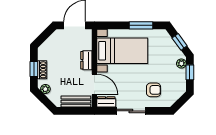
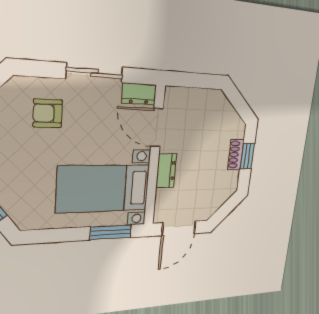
window: (141, 25) -> (111, 232), moved
plant: (45, 89) -> (235, 122), removed
bench: (76, 102) -> (191, 98), removed

